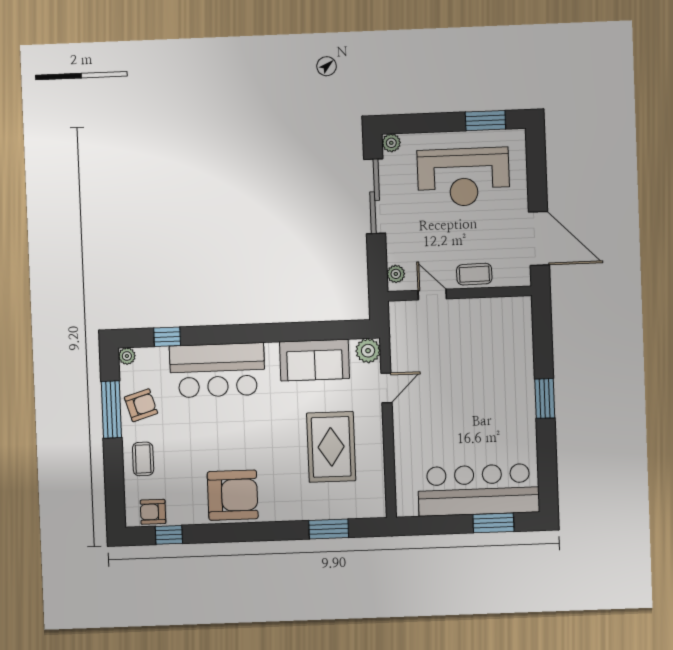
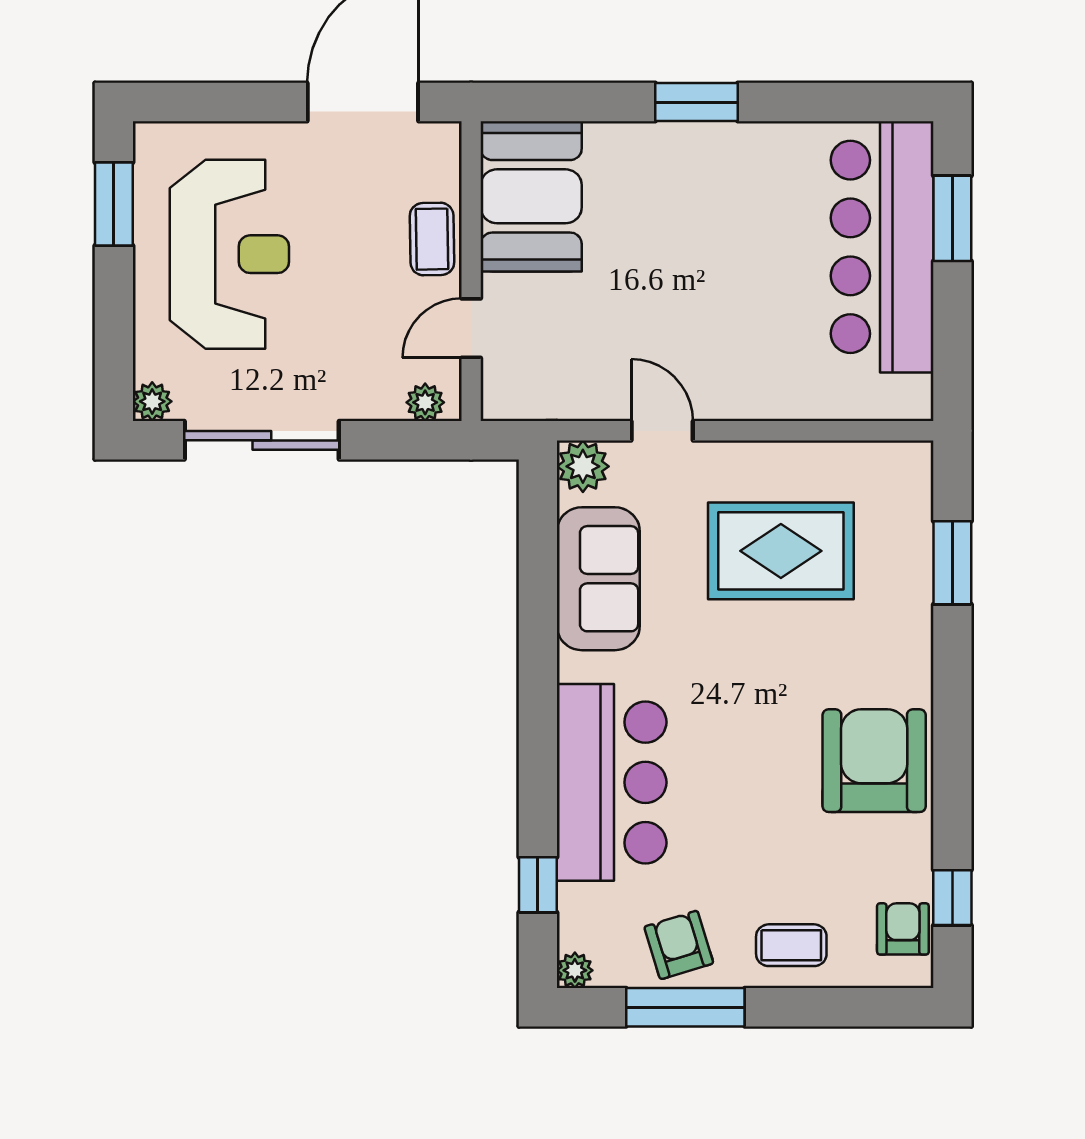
booth: (497, 321) -> (531, 196), added
armchair: (153, 512) -> (903, 929), turned 180

